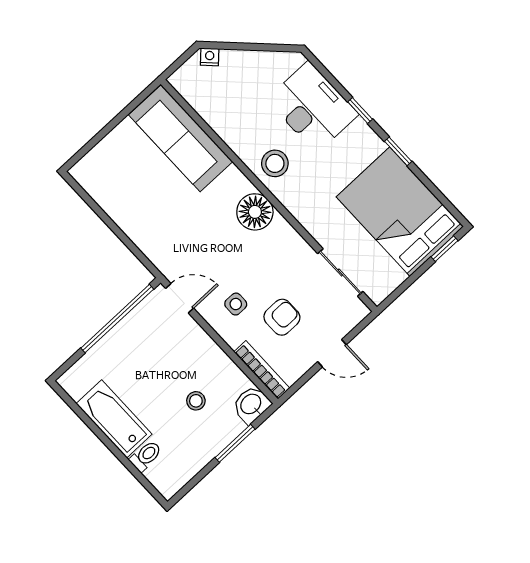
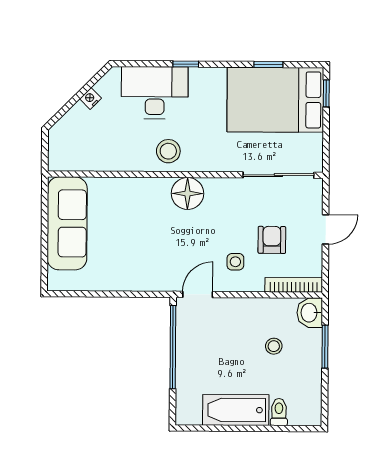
nightstand: (210, 57) -> (91, 98), moved
sofa: (181, 138) -> (67, 223), moved, turned -90
window: (398, 151) -> (268, 64), moved
sliding door: (340, 273) -> (278, 175), width x1.37

